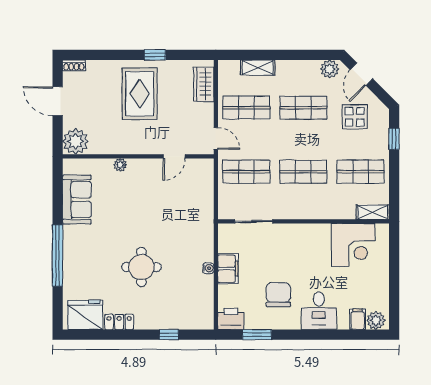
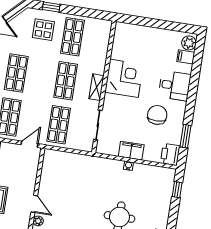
display table: (355, 117) -> (43, 30), moved
door: (174, 156) -> (34, 204), moved
shelving: (373, 212) -> (96, 87), moved
corner desk: (353, 245) -> (124, 78), moved
chair: (278, 295) -> (157, 115), turned 90
window: (169, 335) -> (177, 190), moved

